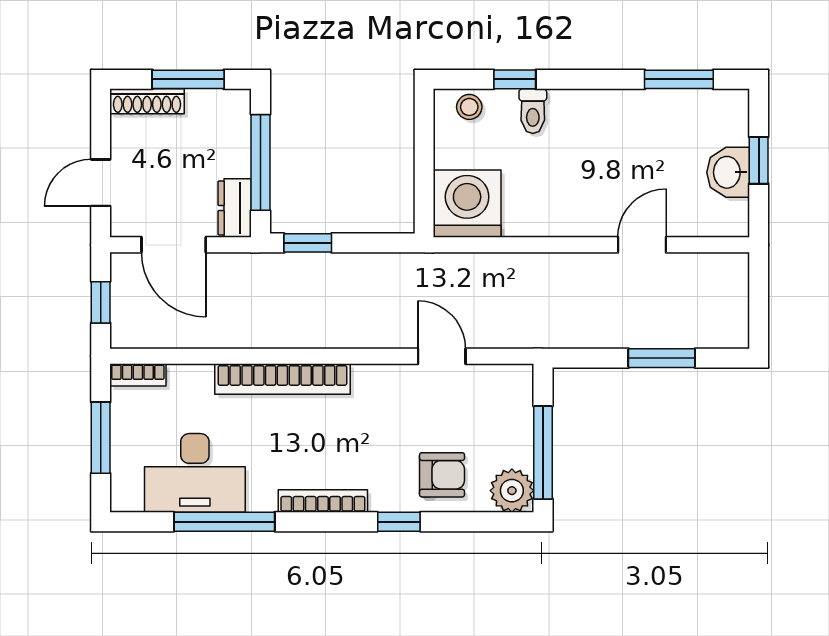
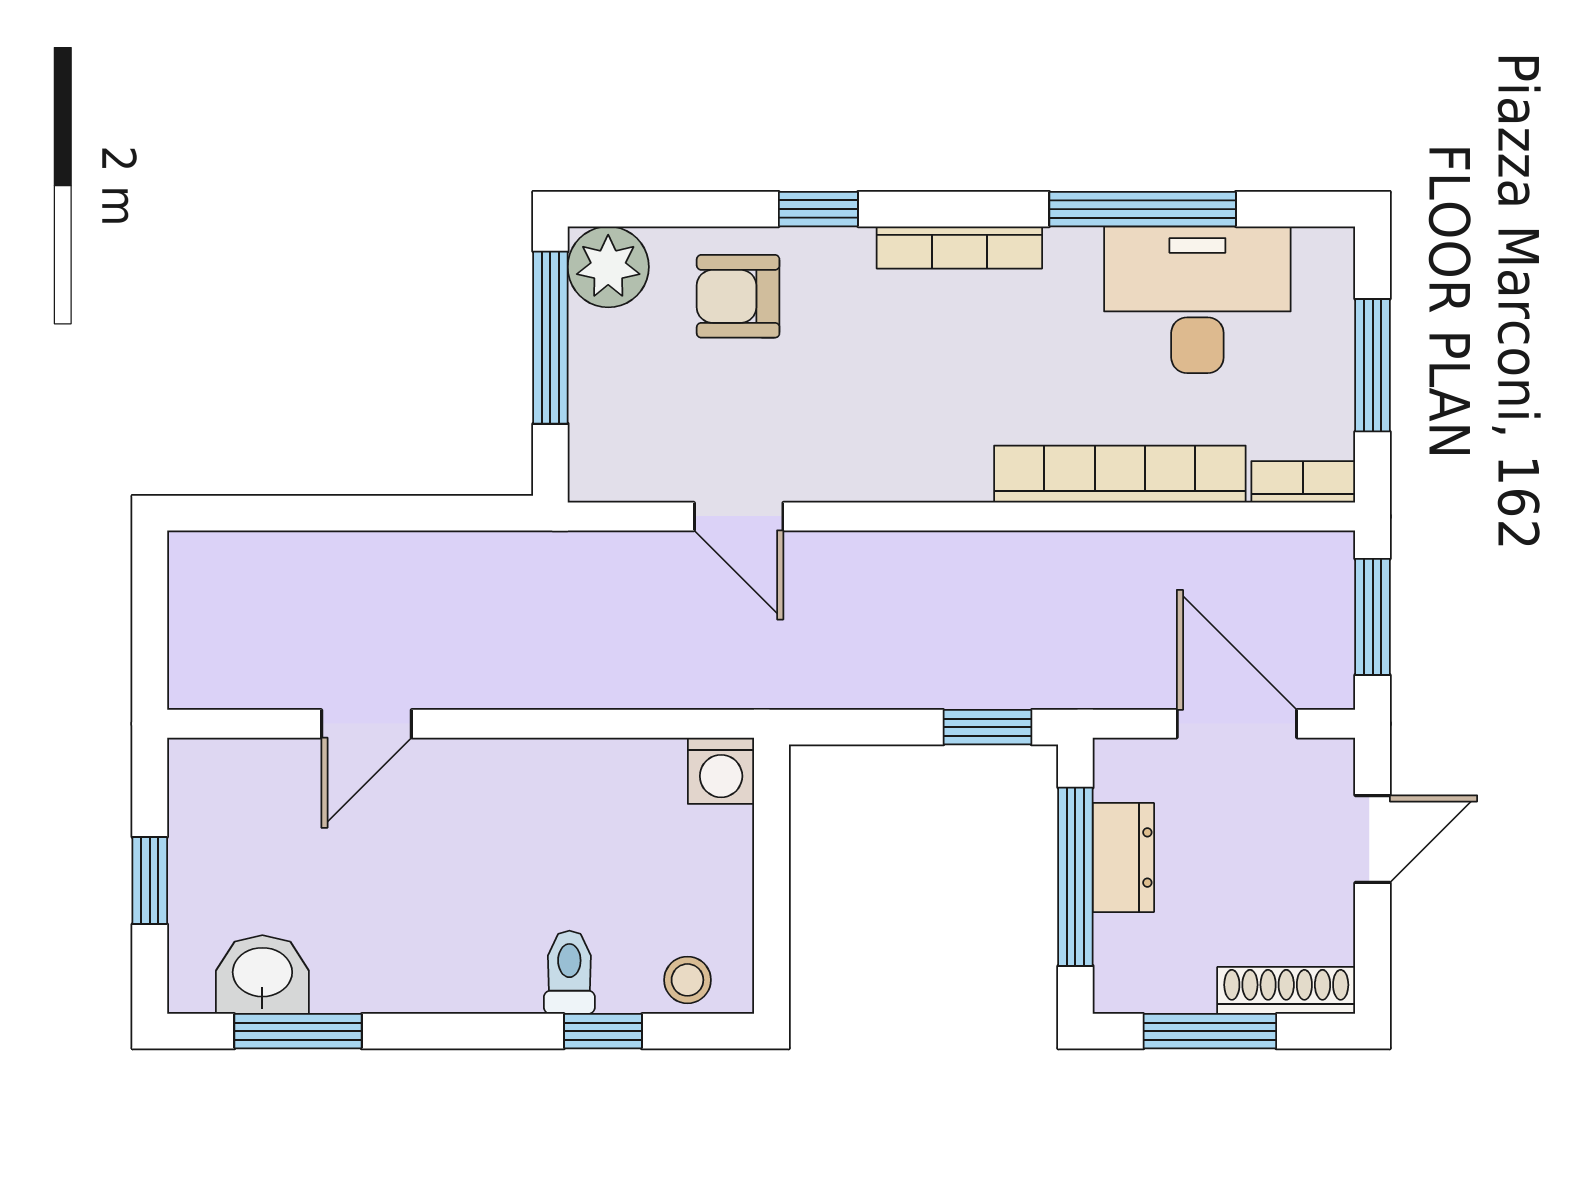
washbasin: (728, 172) -> (262, 975), moved, turned -90
washing machine: (467, 204) -> (721, 771), width x0.53, depth x0.53
dresser: (235, 208) -> (1123, 857), moved
window: (101, 302) -> (1373, 617), width x1.50
window: (662, 358) -> (330, 513), removed
bookcase: (282, 379) -> (1120, 474), moved

